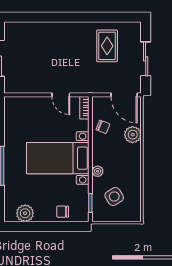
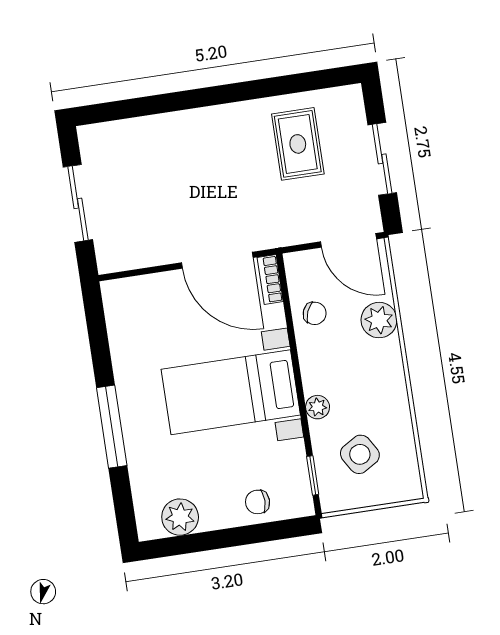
door: (61, 95) -> (217, 260), width x1.87

